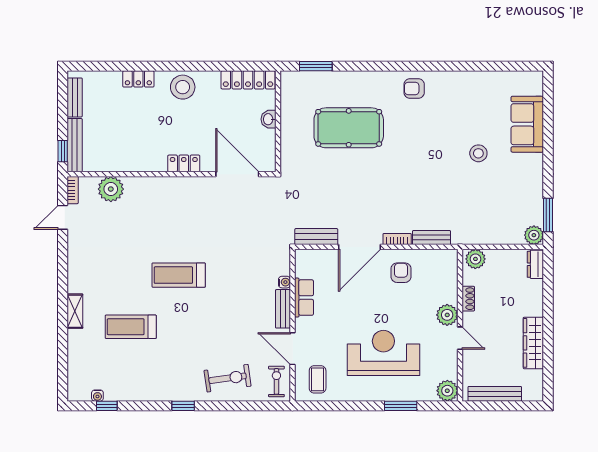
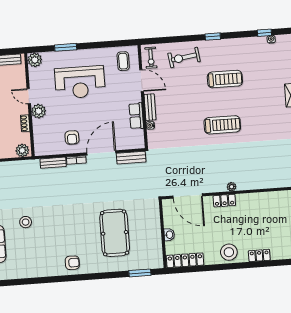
pool table: (349, 128) -> (115, 233), turned 90
plant: (111, 189) -> (232, 187), moved, width x0.53, depth x0.53
treadmill: (131, 327) -> (225, 79), moved

